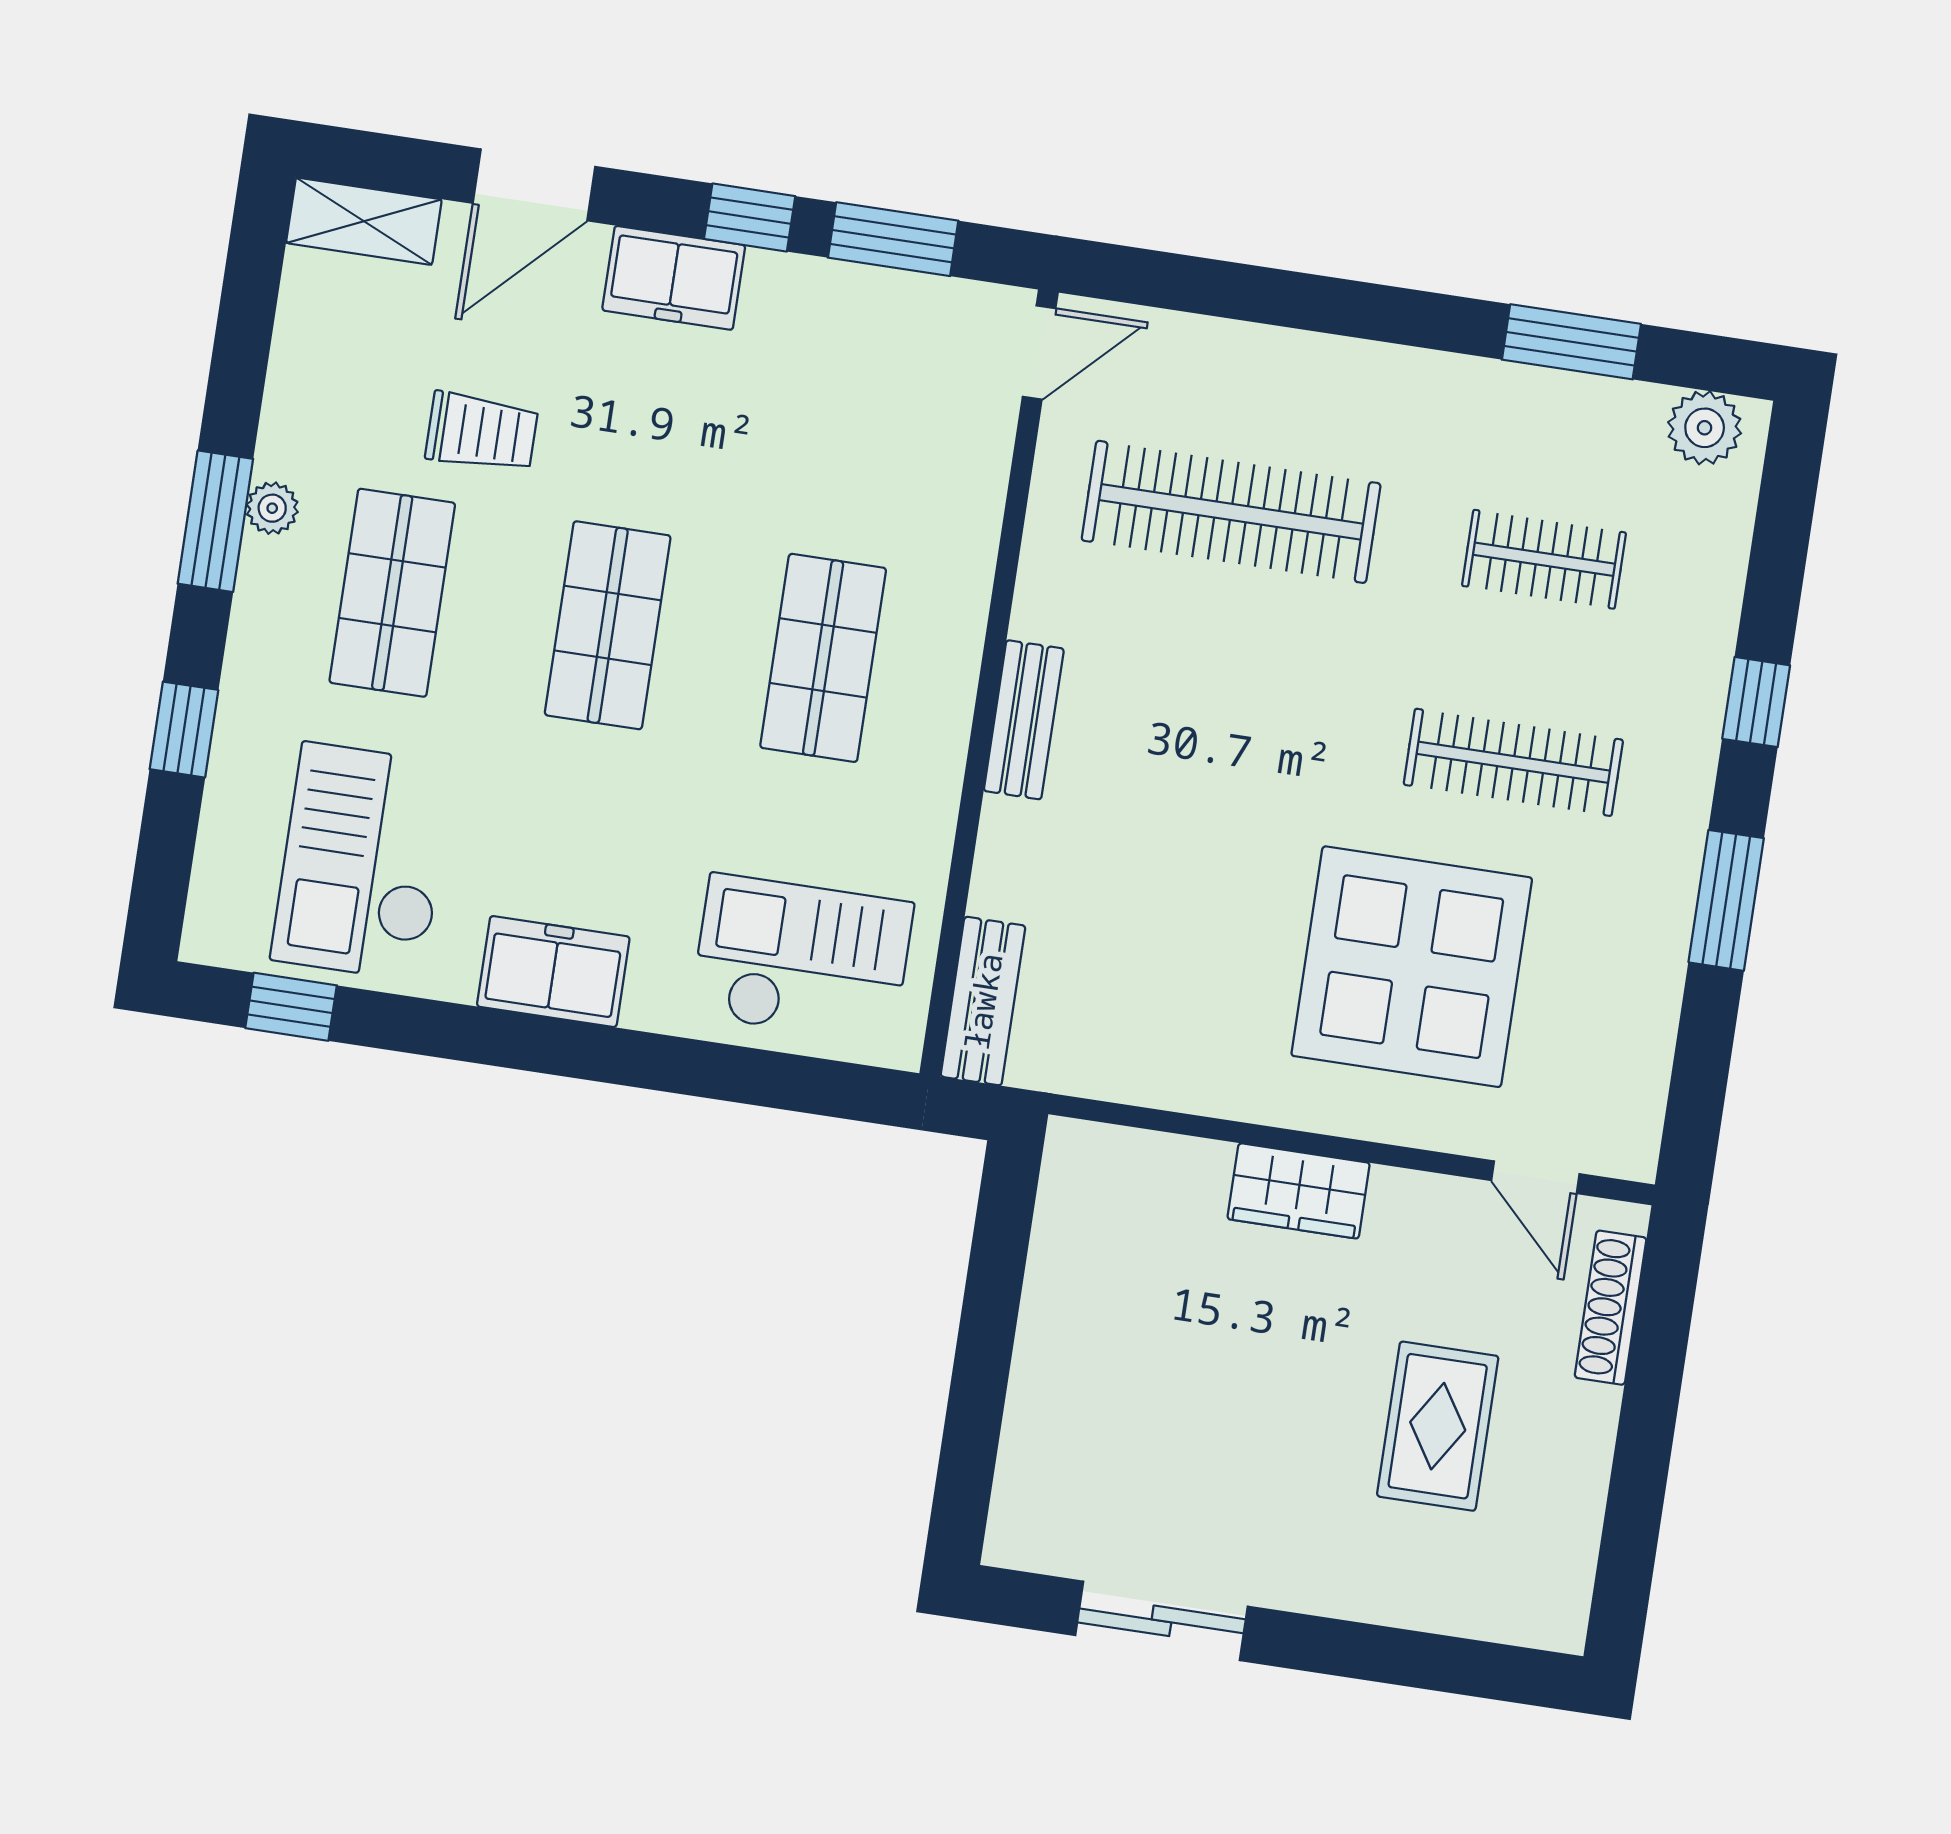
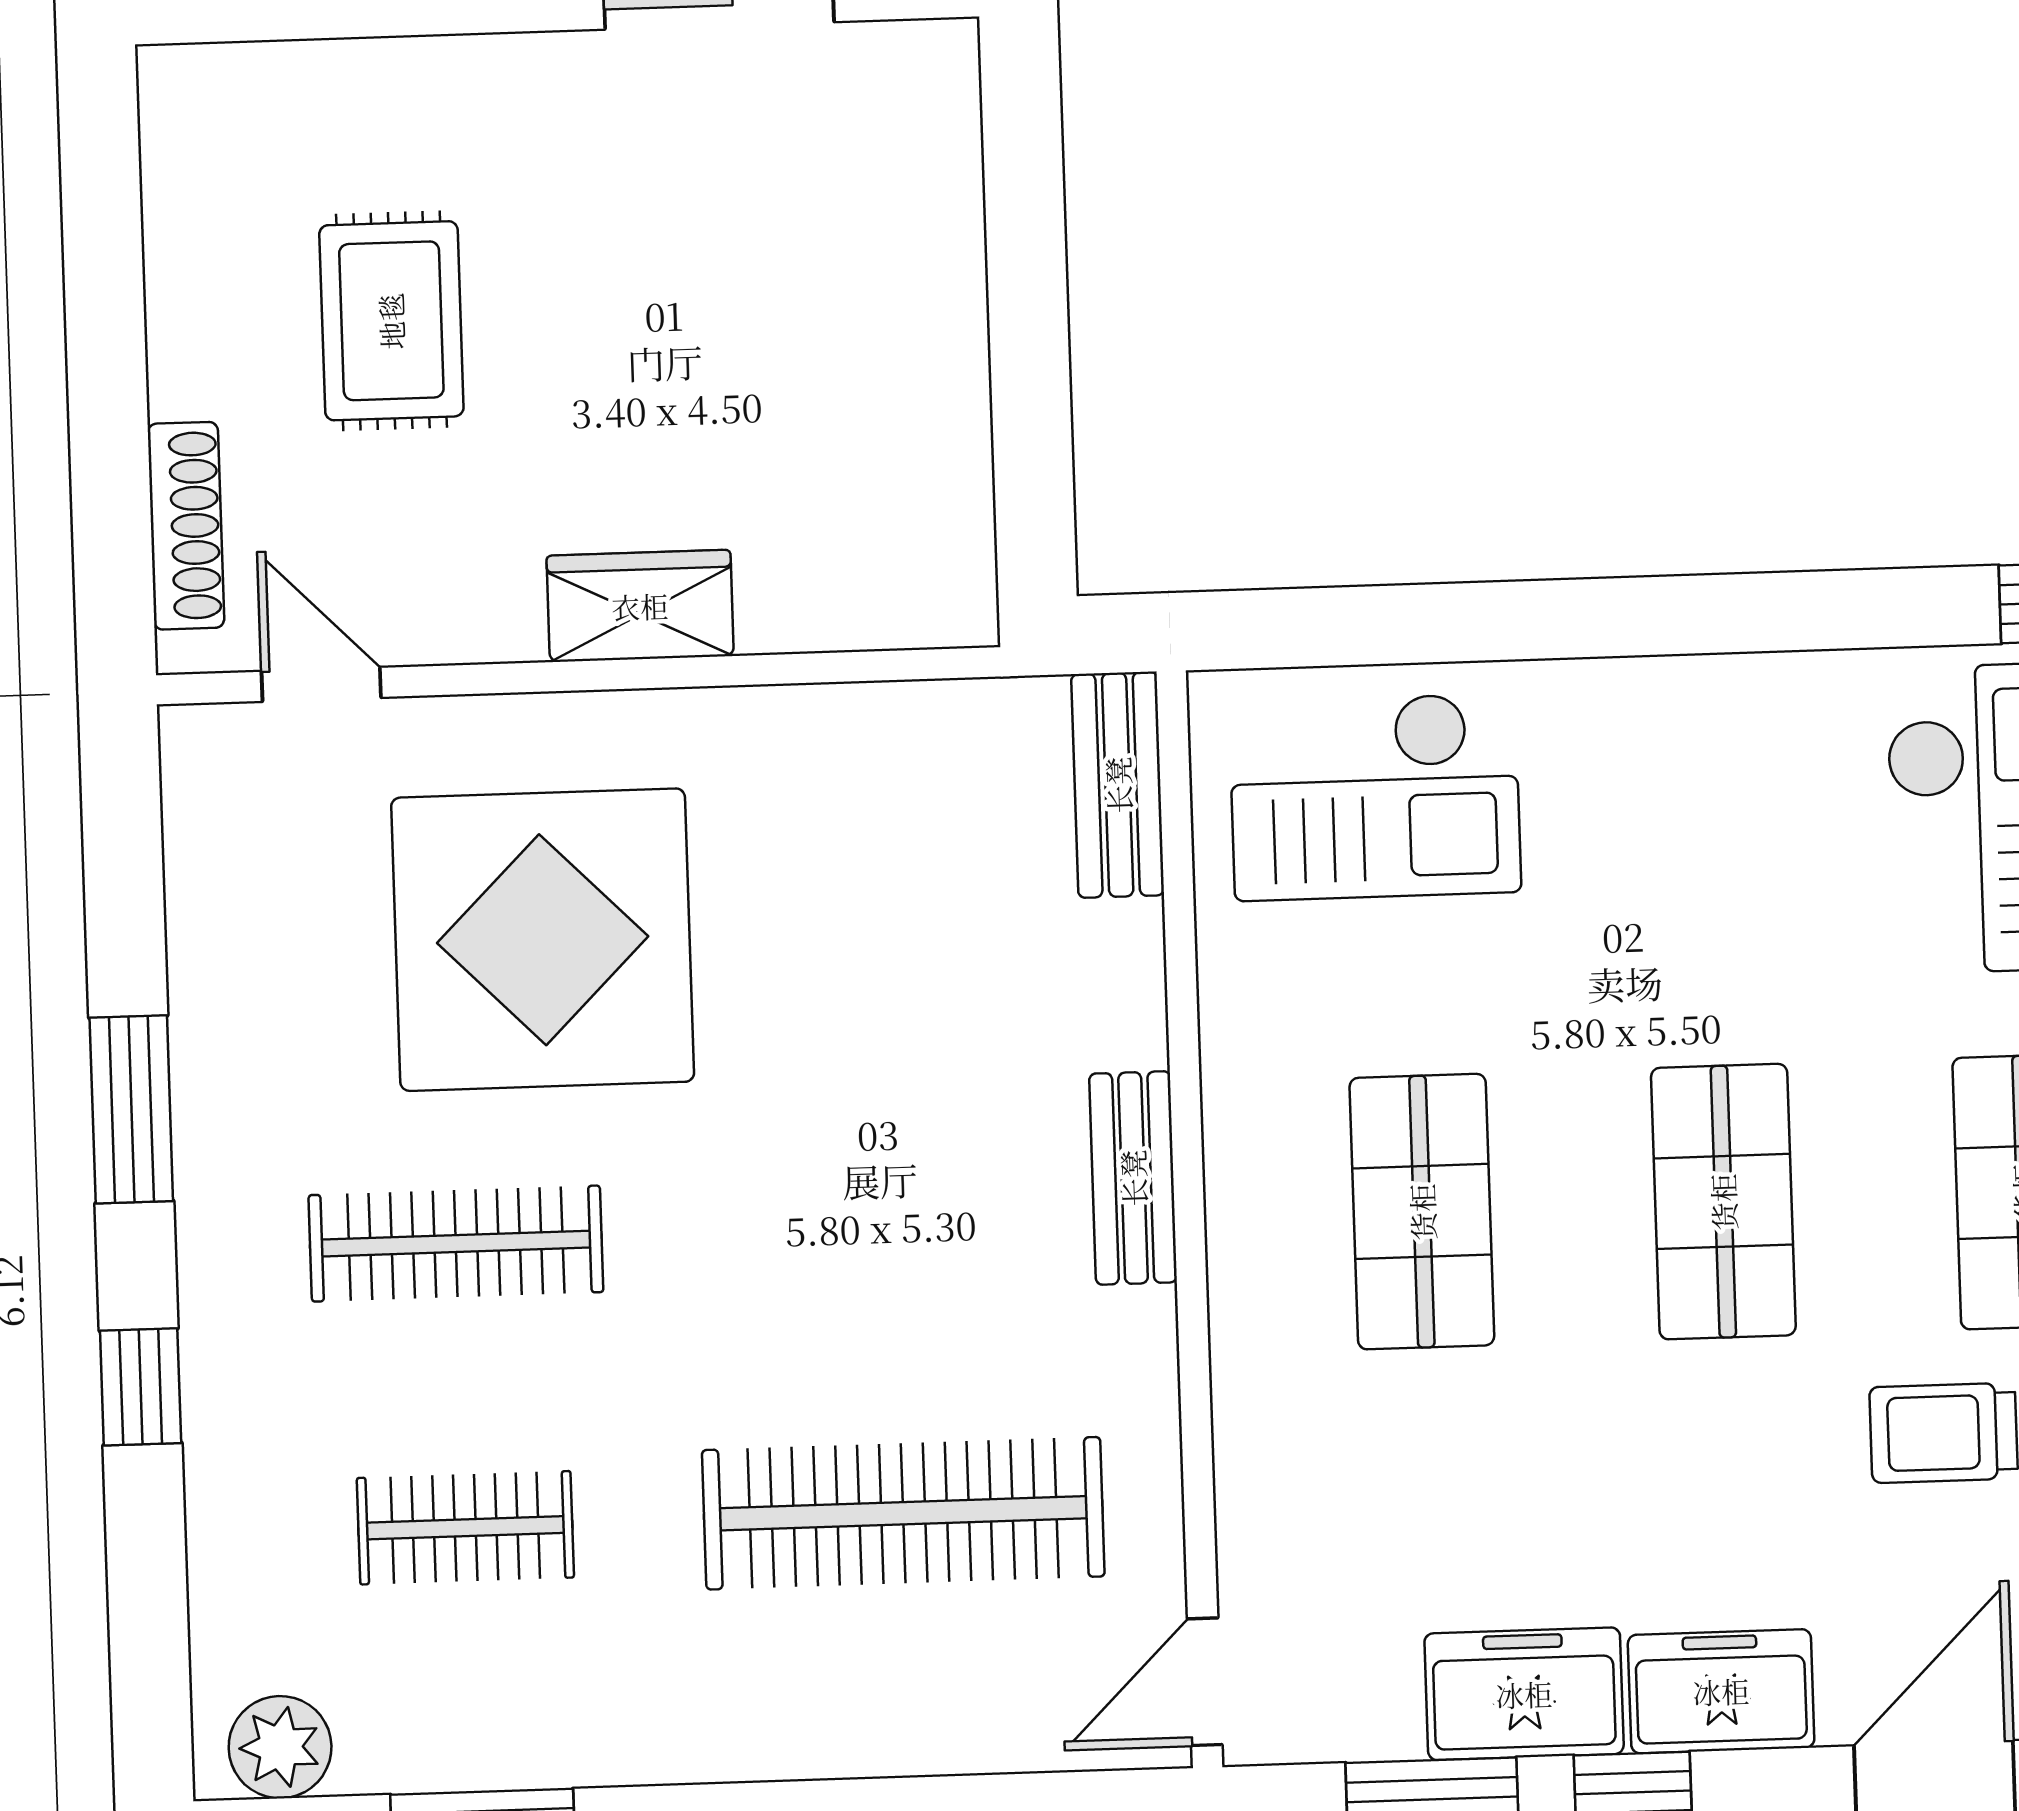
freezer: (553, 972) -> (1524, 1694), moved, turned 180

